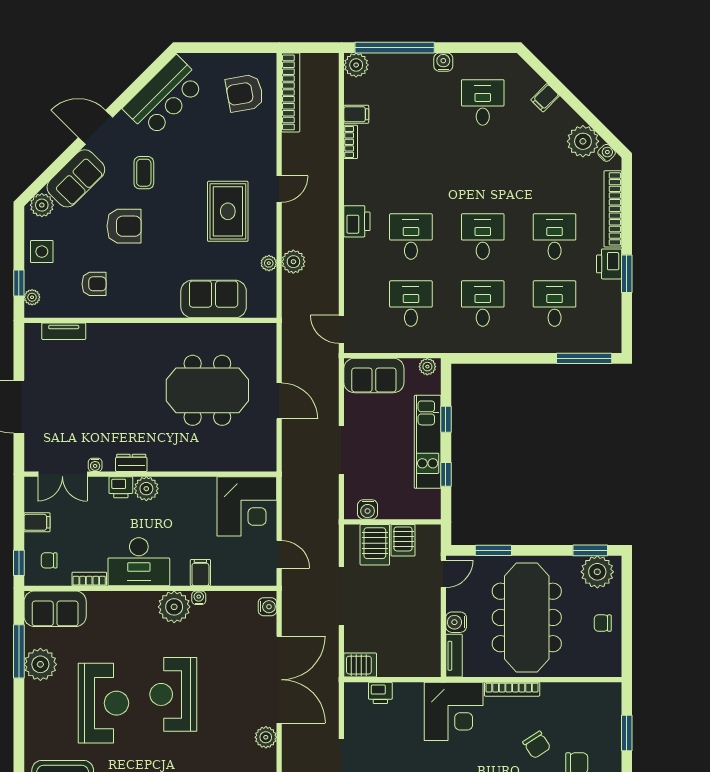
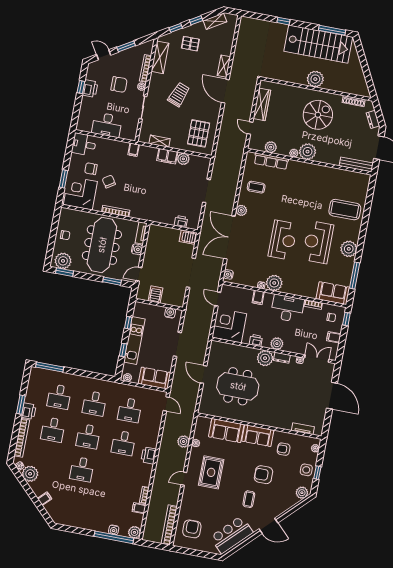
water cooler: (443, 62) -> (114, 530), moved
armchair: (245, 93) -> (192, 529), turned -80
desk: (483, 102) -> (82, 469), moved
sofa: (76, 178) -> (258, 436), moved, turned -135
window: (19, 283) -> (317, 473), moved
plant: (164, 456) -> (265, 358), added
printer: (121, 487) -> (256, 340), moved
server rack: (375, 545) -> (170, 295), removed
plant: (40, 664) -> (349, 249), moved
corner desk: (454, 711) -> (80, 193), moved

